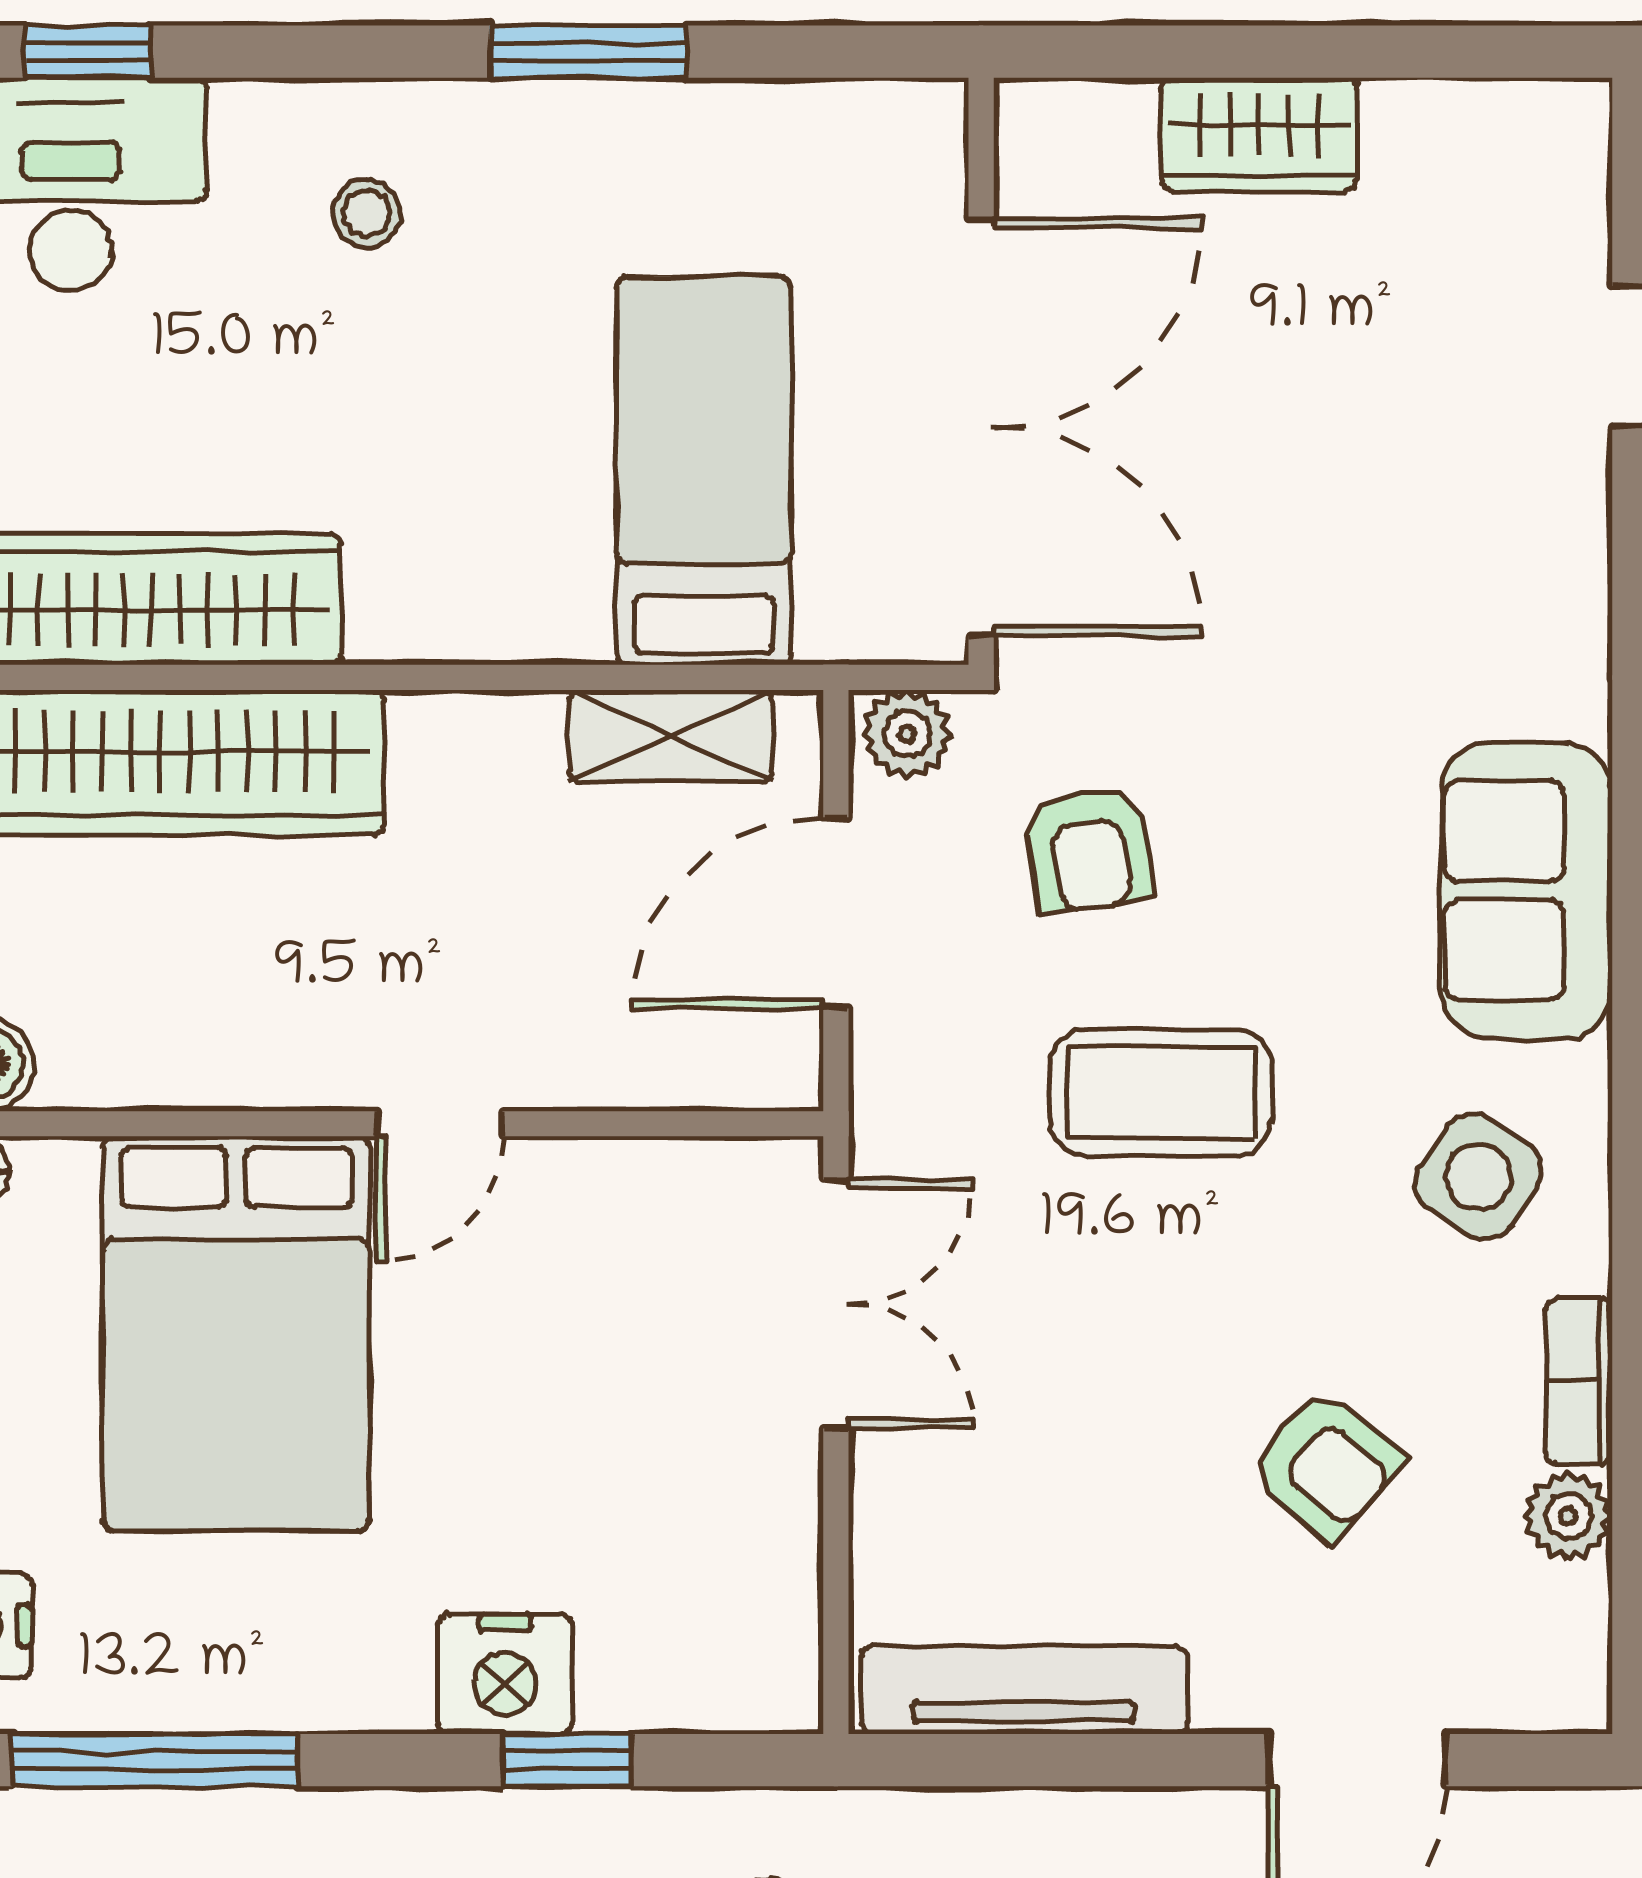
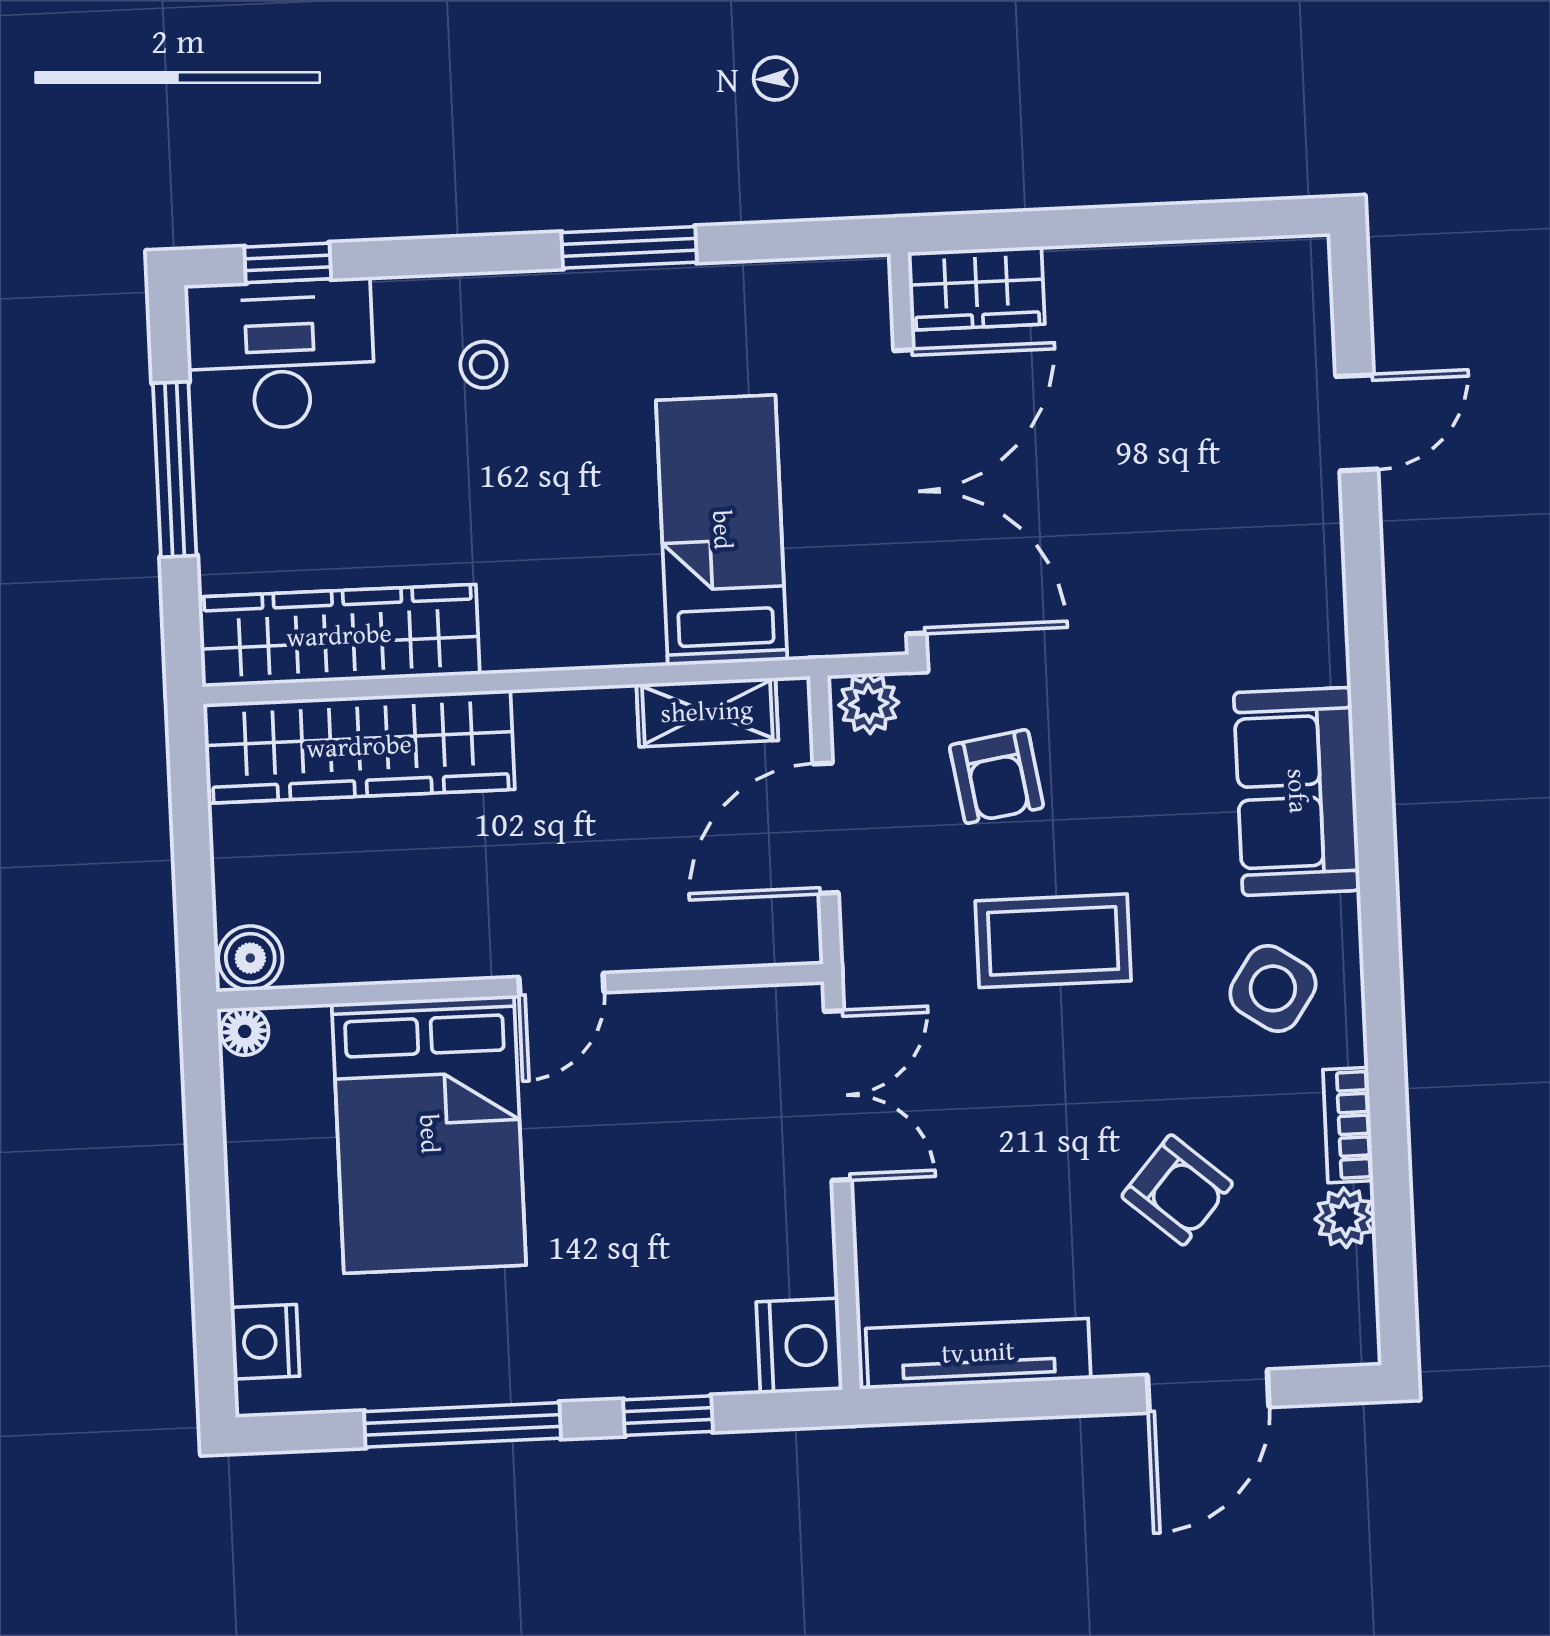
wardrobe: (1259, 134) -> (976, 288), moved
nightstand: (505, 1674) -> (799, 1346), moved, turned -90
window: (154, 1760) -> (462, 1425), moved

